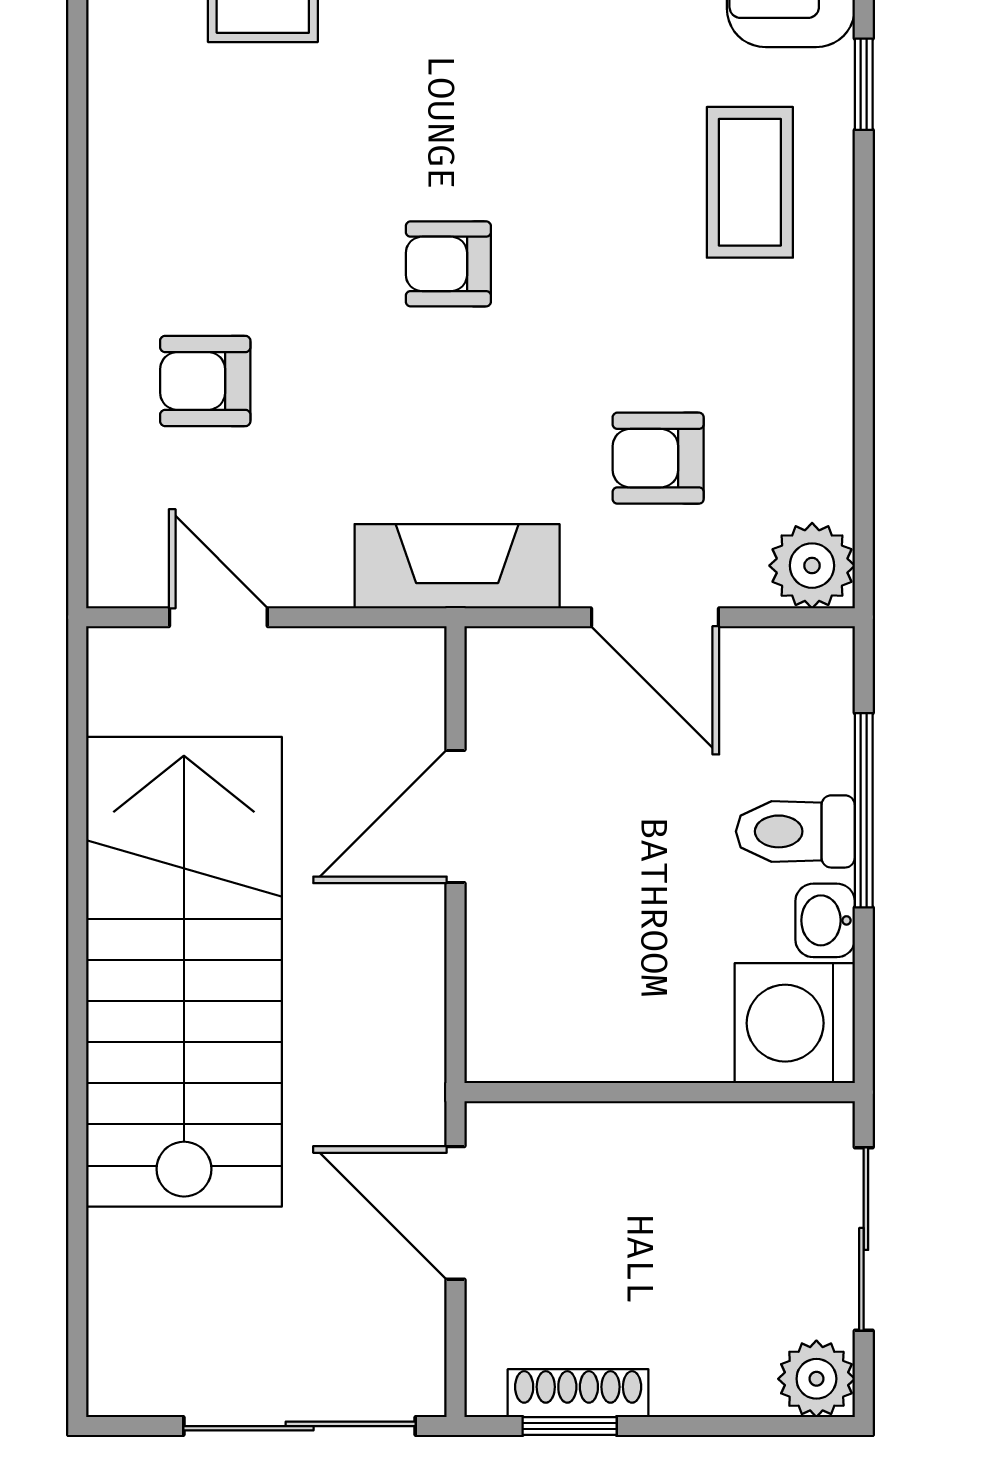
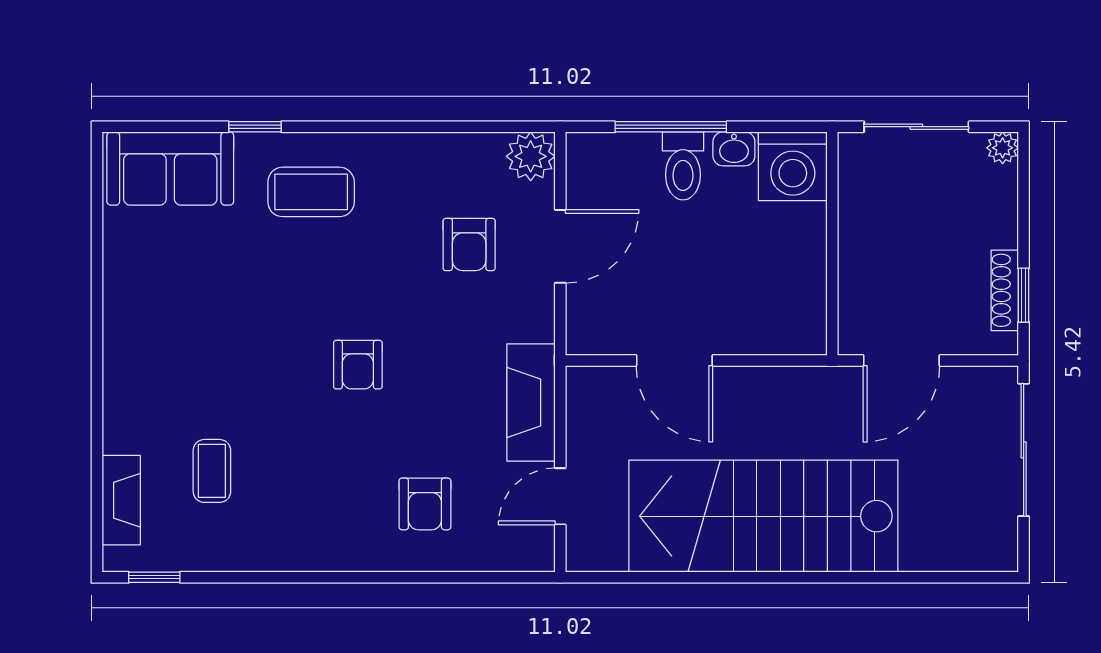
fireplace: (457, 566) -> (531, 403), moved
plant: (816, 1379) -> (1003, 148), width x0.73, depth x0.73

